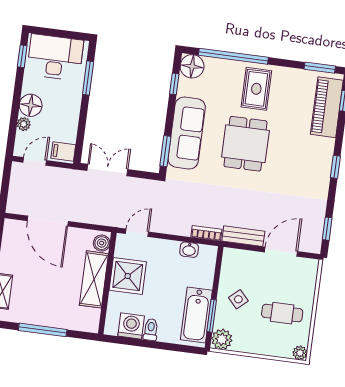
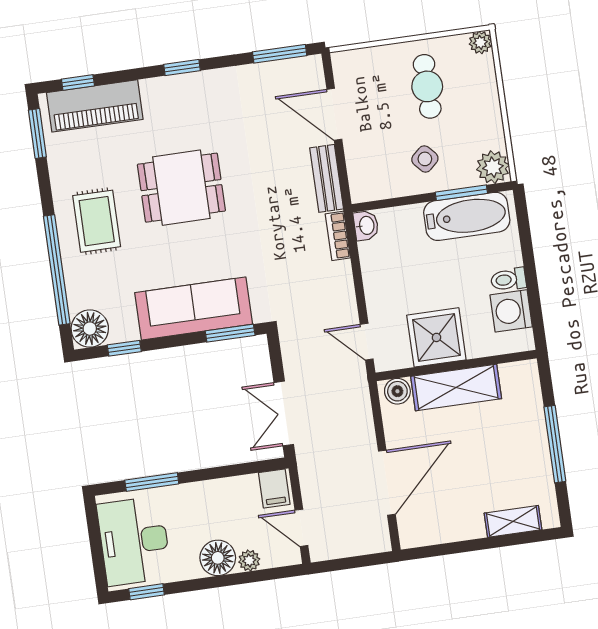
rug: (256, 89) -> (97, 221), turned 90
dining table: (245, 144) -> (181, 188), moved
window: (327, 229) -> (280, 54), width x1.50
washbasin: (189, 250) -> (366, 226), moved

